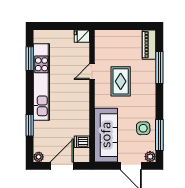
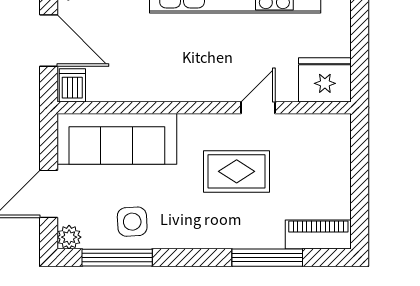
fridge: (82, 36) -> (325, 80), width x1.88, depth x1.34
door: (92, 72) -> (258, 108), hinge flipped
dishwasher: (82, 142) -> (72, 85), moved

